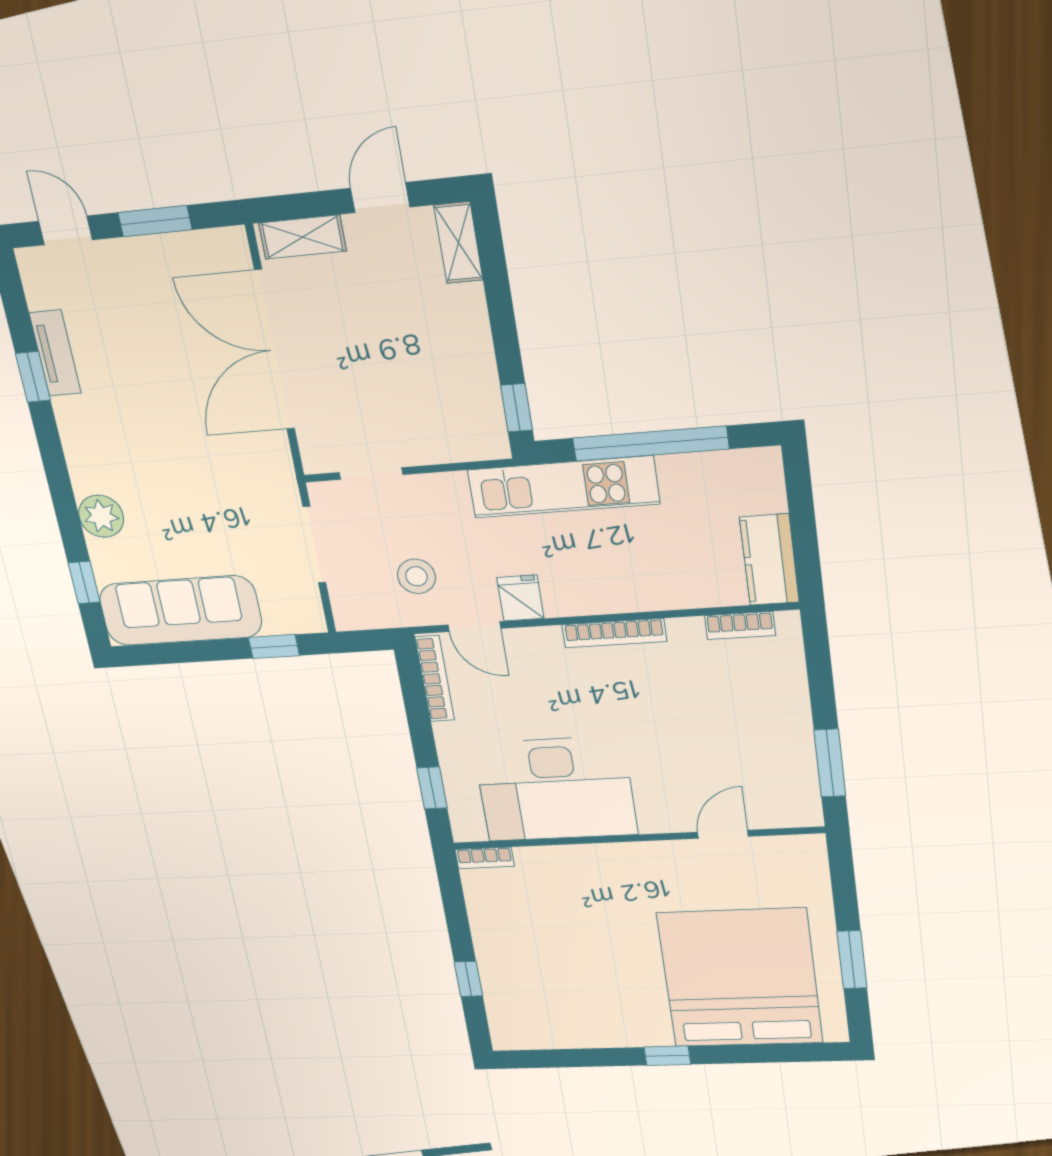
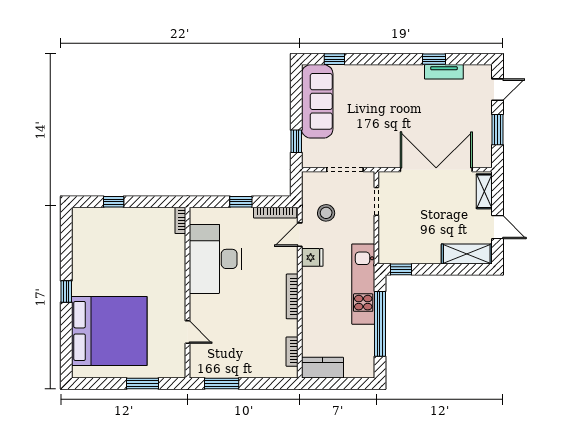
shelving: (458, 243) -> (467, 254), width x1.50, depth x1.33
plant: (101, 516) -> (366, 75), removed
window: (432, 788) -> (241, 202), moved
window: (852, 960) -> (143, 383), moved

